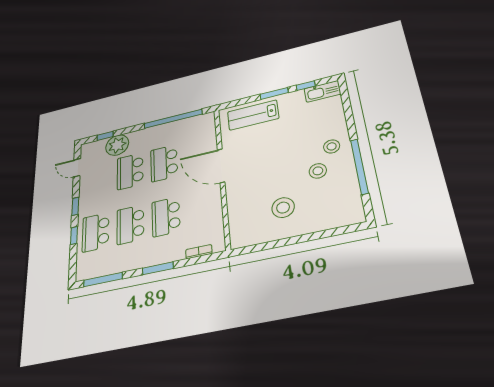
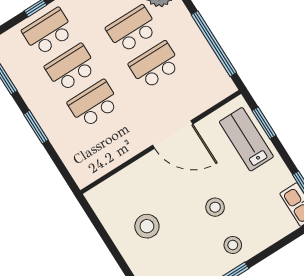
window: (274, 93) -> (264, 123), moved
door: (221, 166) -> (173, 135), swing flipped
stool: (318, 171) -> (215, 207), moved
bookcase: (199, 252) -> (69, 162), removed

